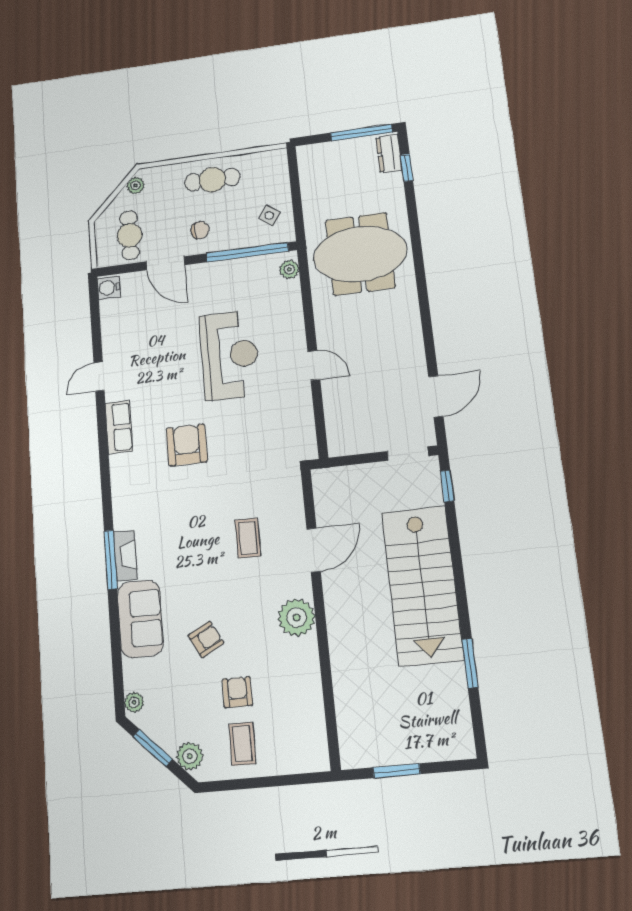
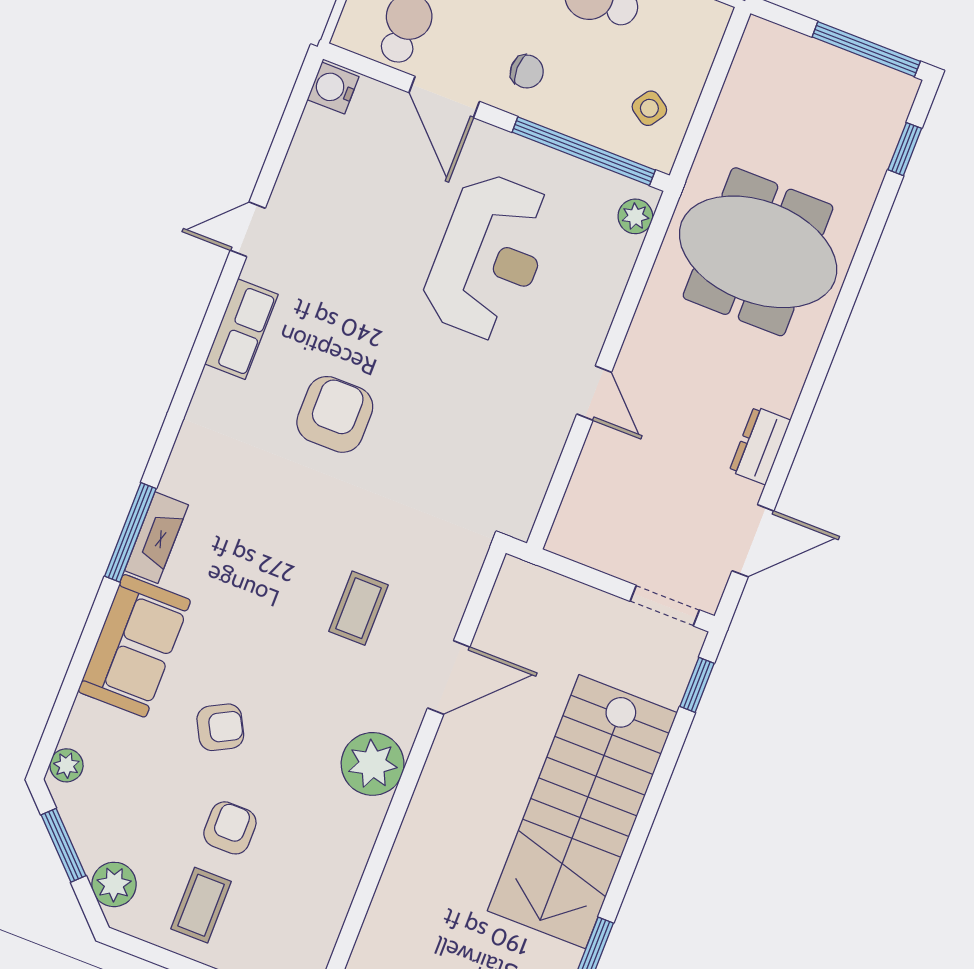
dresser: (389, 153) -> (760, 446), moved
reception desk: (230, 355) -> (489, 257), moved

